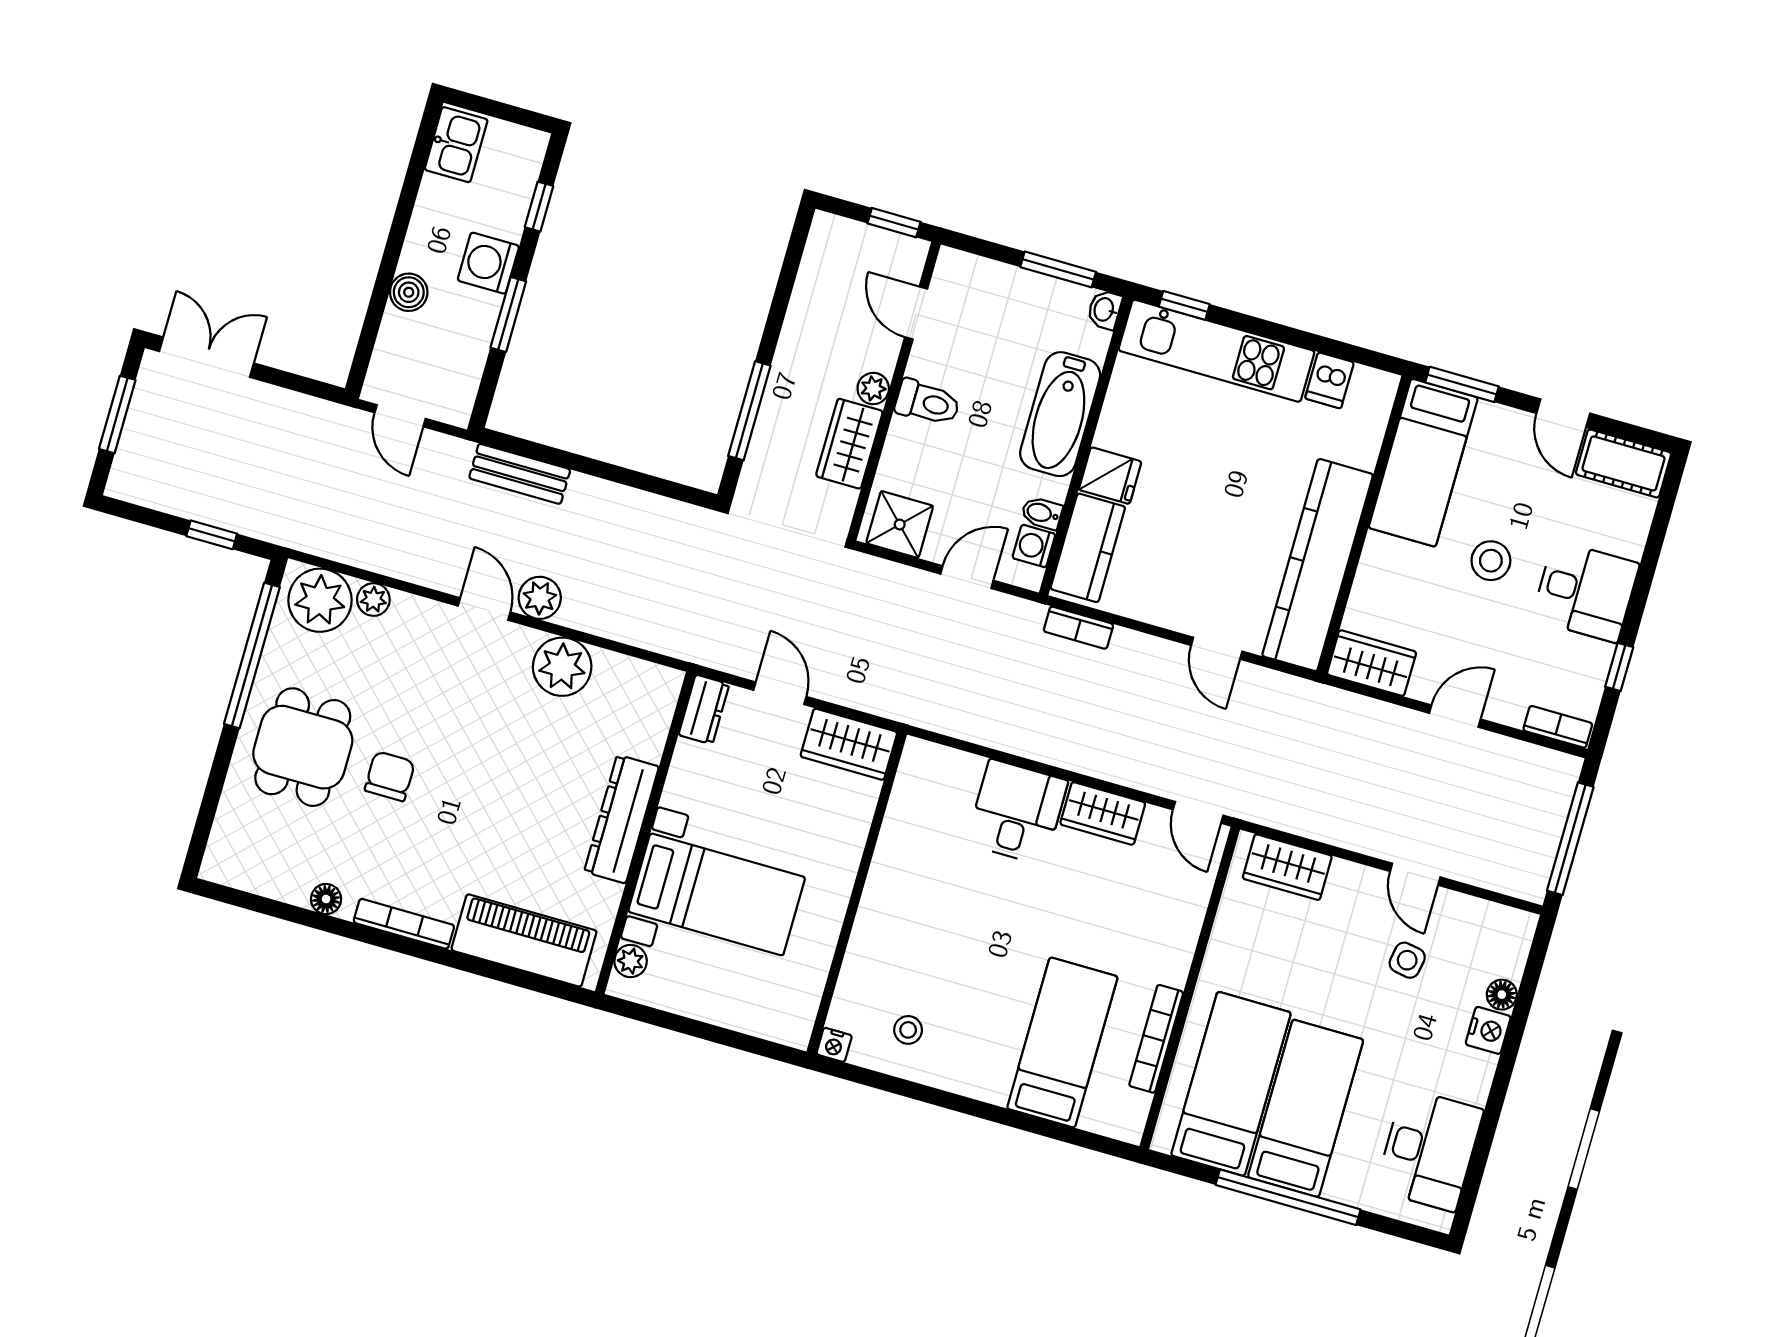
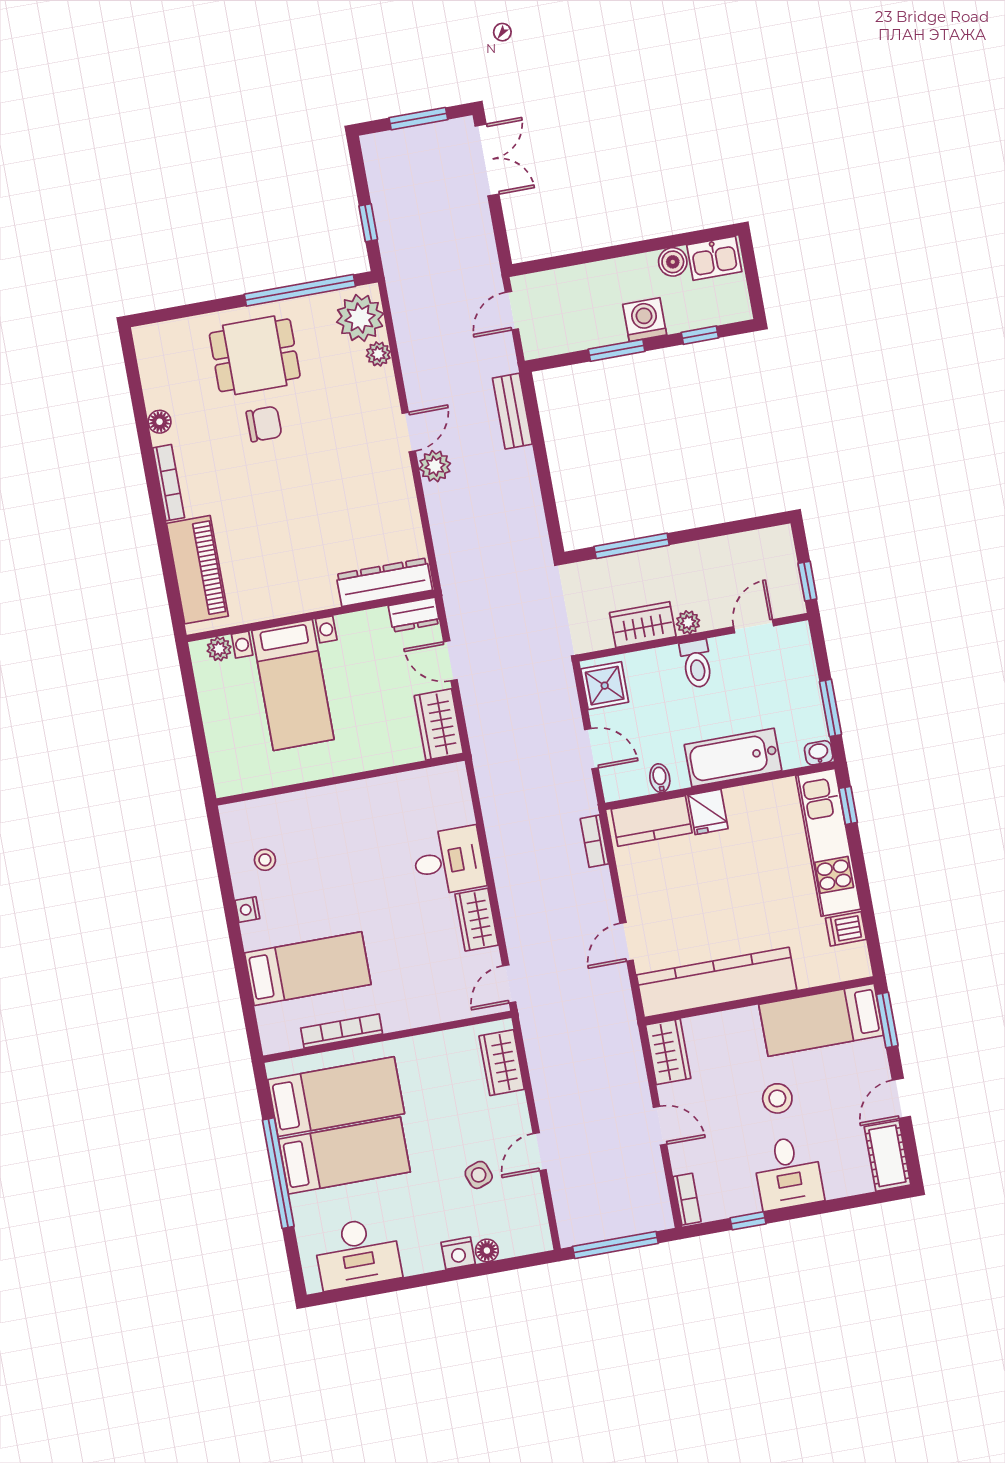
boiler: (409, 292) -> (673, 262), moved
washing machine: (1034, 546) -> (635, 784), removed
plant: (562, 667) -> (396, 504), removed
door: (780, 693) -> (450, 661), swing flipped
dresser: (621, 819) -> (384, 582), moved
side table: (1407, 960) -> (479, 1175), turned -30
nightstand: (834, 1045) -> (247, 909), moved

